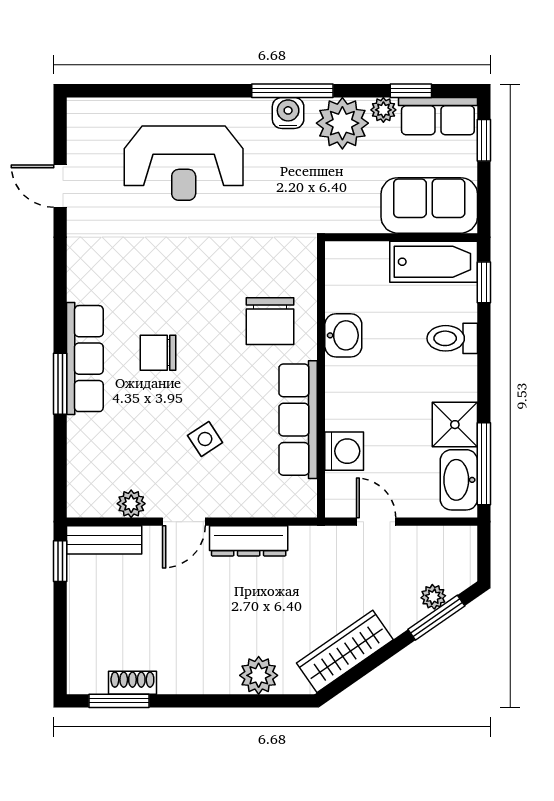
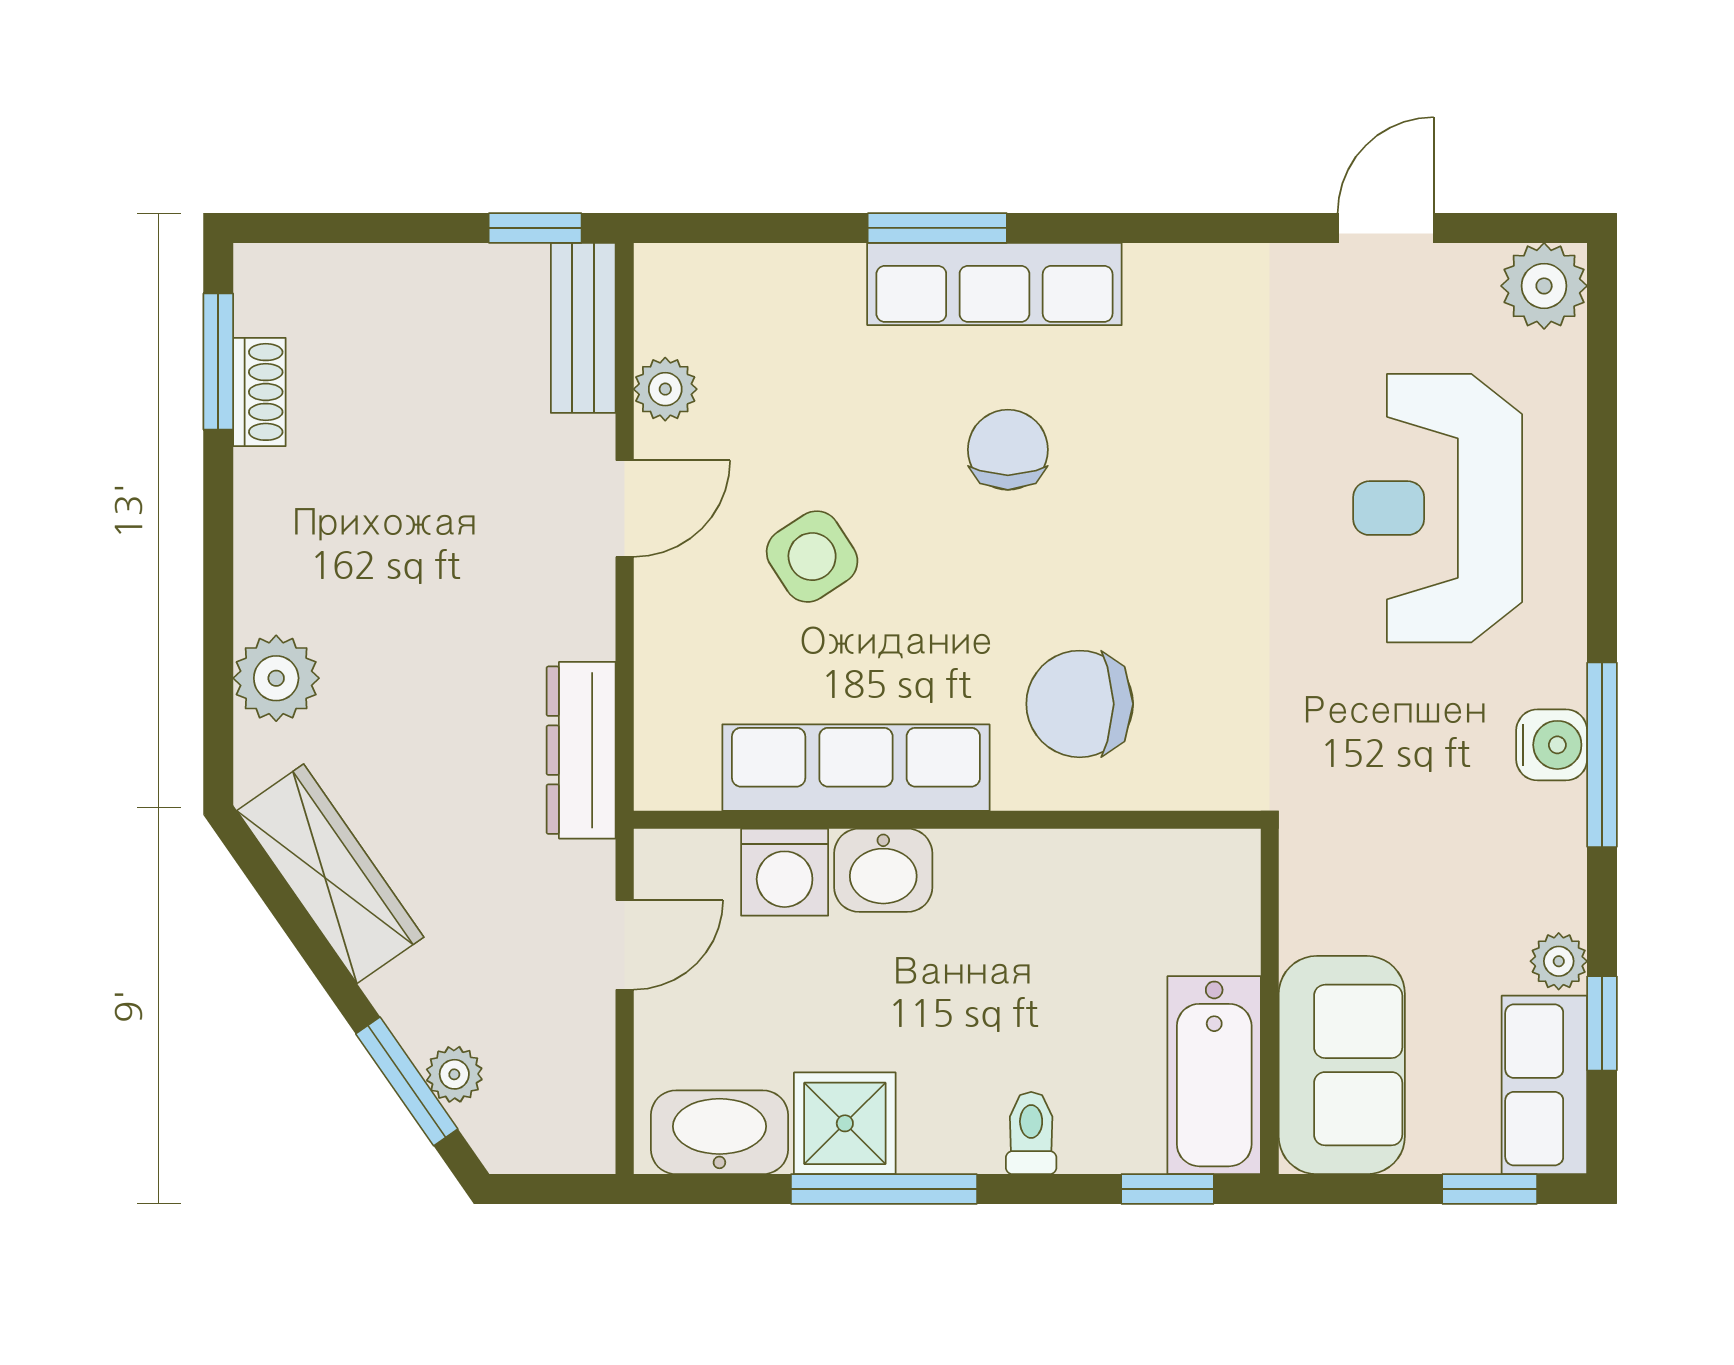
plant: (342, 123) -> (1544, 286), moved, width x0.73, depth x0.73
washbasin: (343, 335) -> (883, 870), moved
toilet: (452, 338) -> (1031, 1133), width x0.73, depth x0.72
side table: (205, 439) -> (812, 557), width x1.37, depth x1.37
window: (484, 464) -> (884, 1189), moved
door: (184, 522) -> (625, 509), swing flipped
dresser: (249, 541) -> (581, 750), moved

